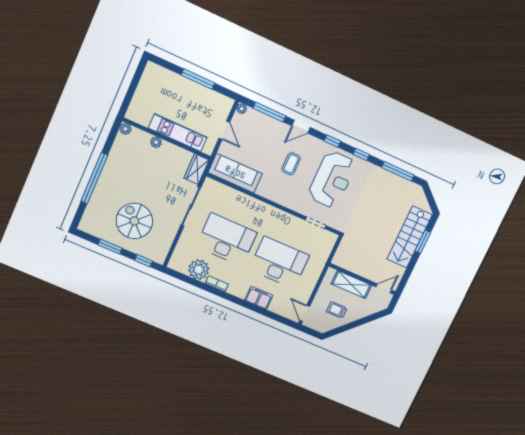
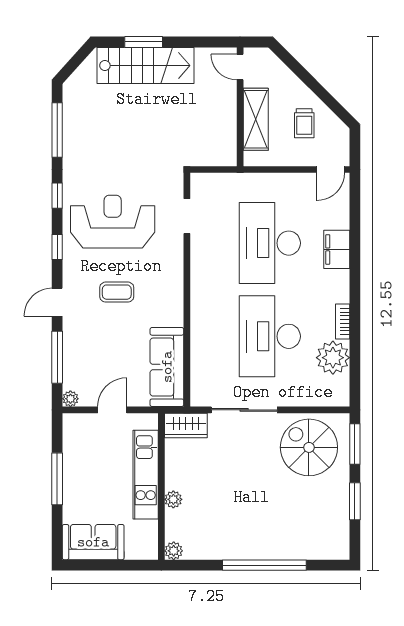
sofa: (151, 83) -> (93, 542), added
door: (301, 127) -> (57, 302), swing flipped
spiral stairs: (134, 221) -> (309, 447), moved, turned 90
window: (143, 261) -> (355, 444), width x1.50

